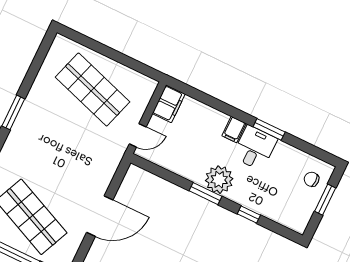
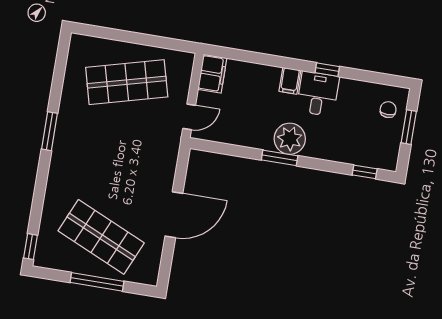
shop shelf: (93, 90) -> (127, 82), turned -33
window: (269, 129) -> (327, 70), width x0.67
chair: (312, 179) -> (388, 110), turned 90
window: (249, 214) -> (365, 172), moved

